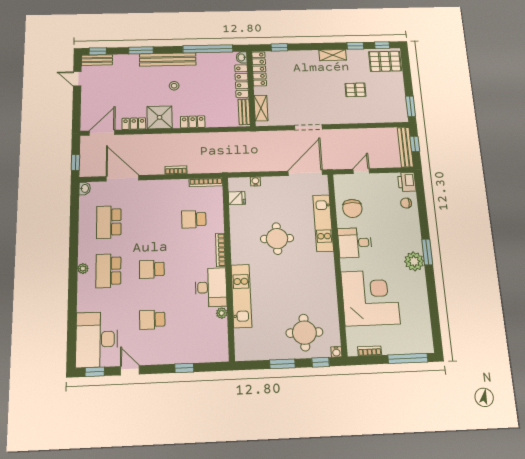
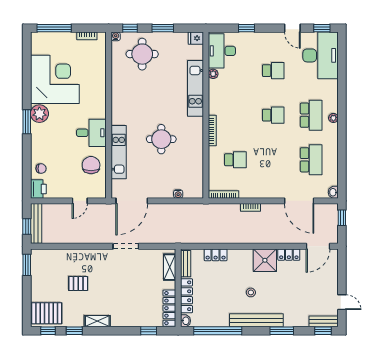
locker: (193, 122) -> (216, 255), moved
fridge: (237, 198) -> (196, 38), moved
desk: (211, 287) -> (222, 51), moved
corner desk: (370, 298) -> (55, 79), moved, turned 180

